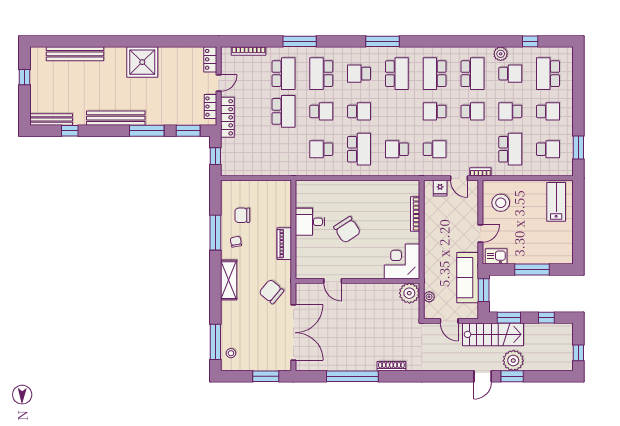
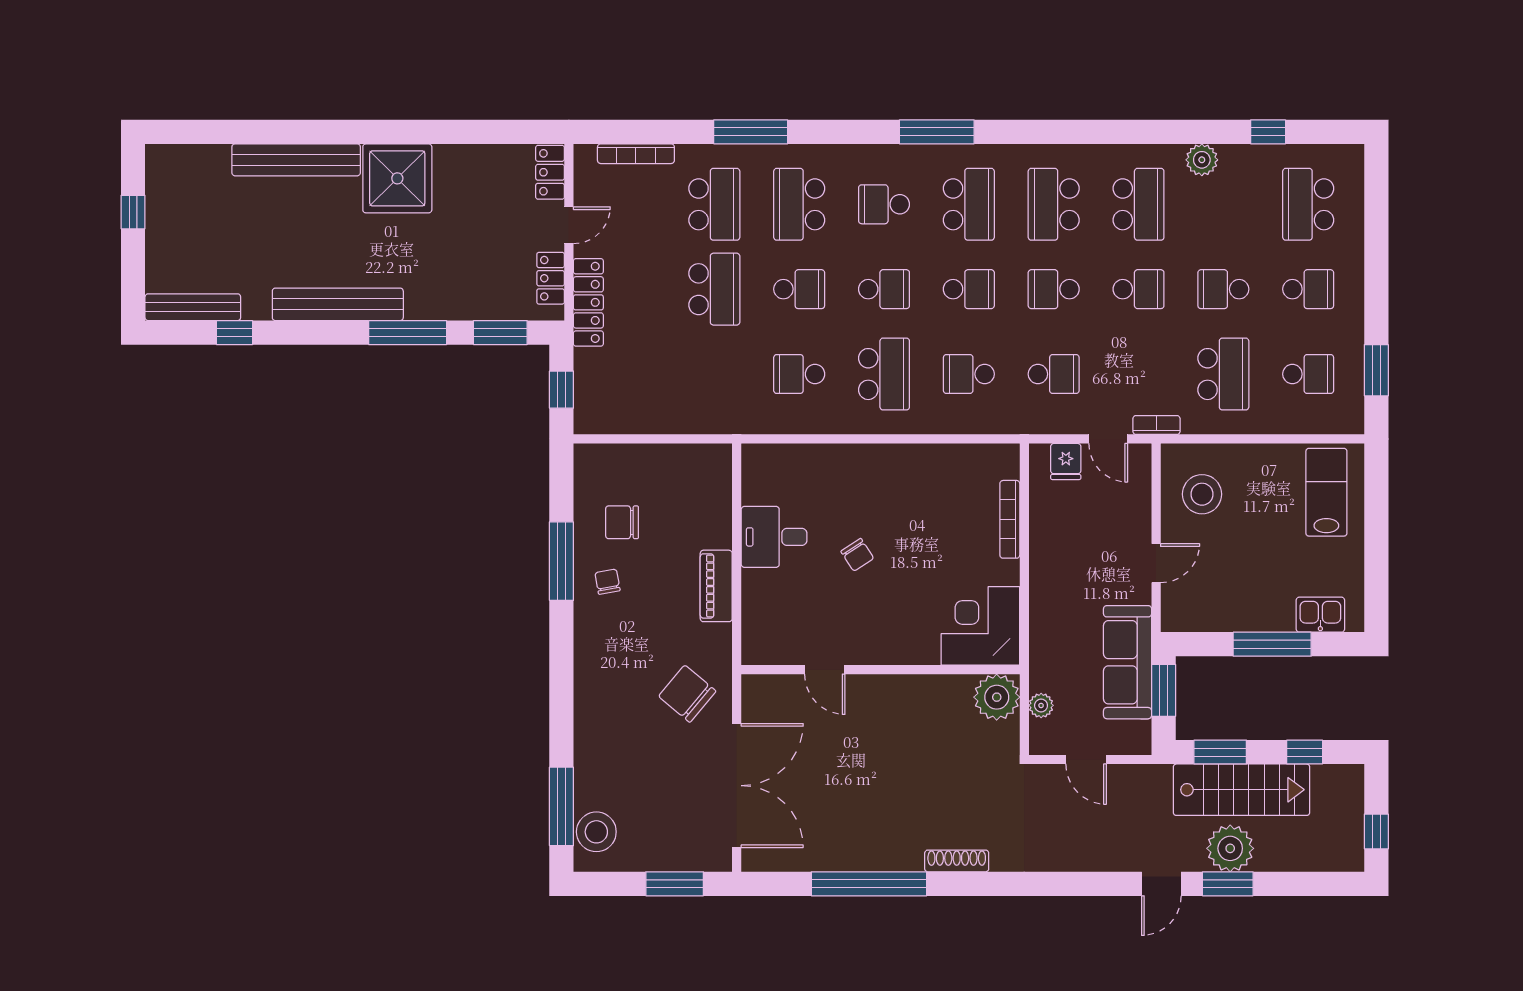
bench: (75, 54) -> (296, 160), moved
school desk: (510, 74) -> (969, 289), moved
chair: (347, 230) -> (857, 555), width x0.54, depth x0.54
kitchen sink: (496, 256) -> (1320, 615), moved
shelving: (229, 280) -> (591, 668), removed
stairs: (493, 334) -> (1241, 790), moved
stool: (231, 353) -> (596, 832), width x1.89, depth x1.89

